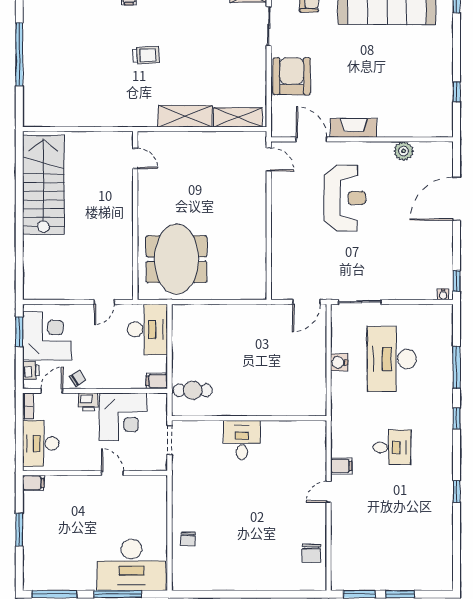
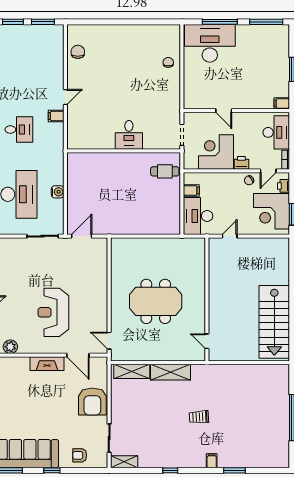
meeting table: (176, 259) -> (156, 301), moved, turned 90
filing cabinet: (157, 381) -> (191, 191), moved
desk: (392, 447) -> (19, 130), turned 180

